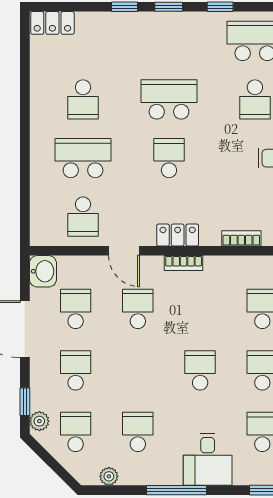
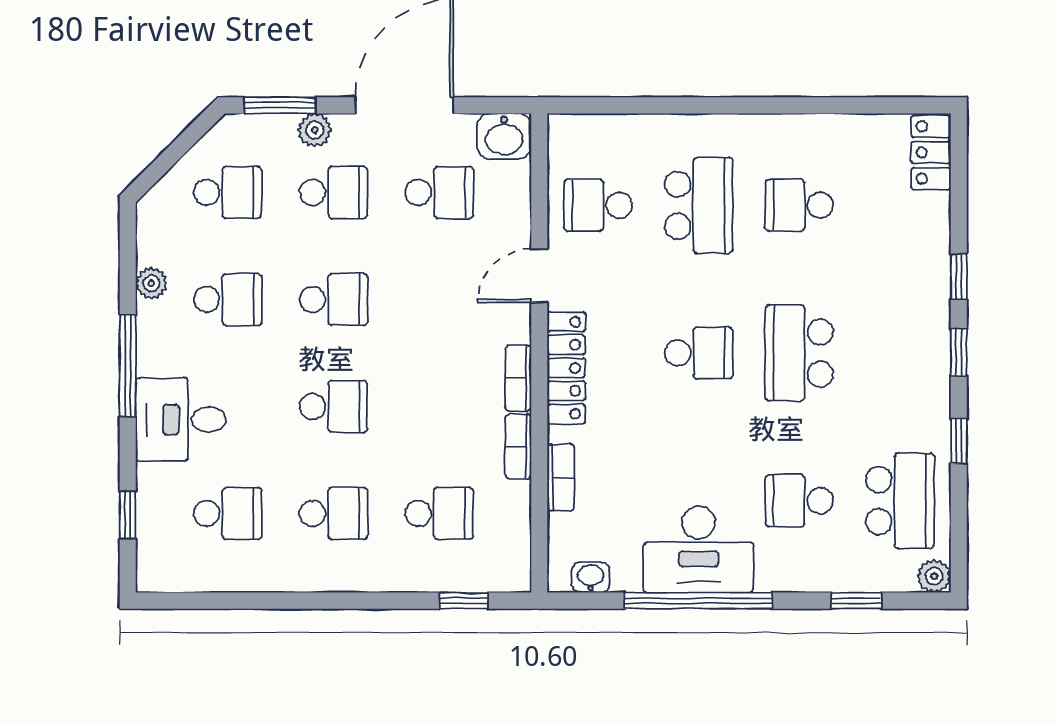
school desk: (169, 99) -> (799, 353), turned 180
locker: (178, 235) -> (566, 368), width x1.53
bookcase: (223, 263) -> (518, 447), added
school desk: (138, 309) -> (334, 299), moved
window: (25, 402) -> (280, 105), width x1.50
plant: (39, 421) -> (315, 130), moved
plant: (109, 476) -> (151, 283), moved

